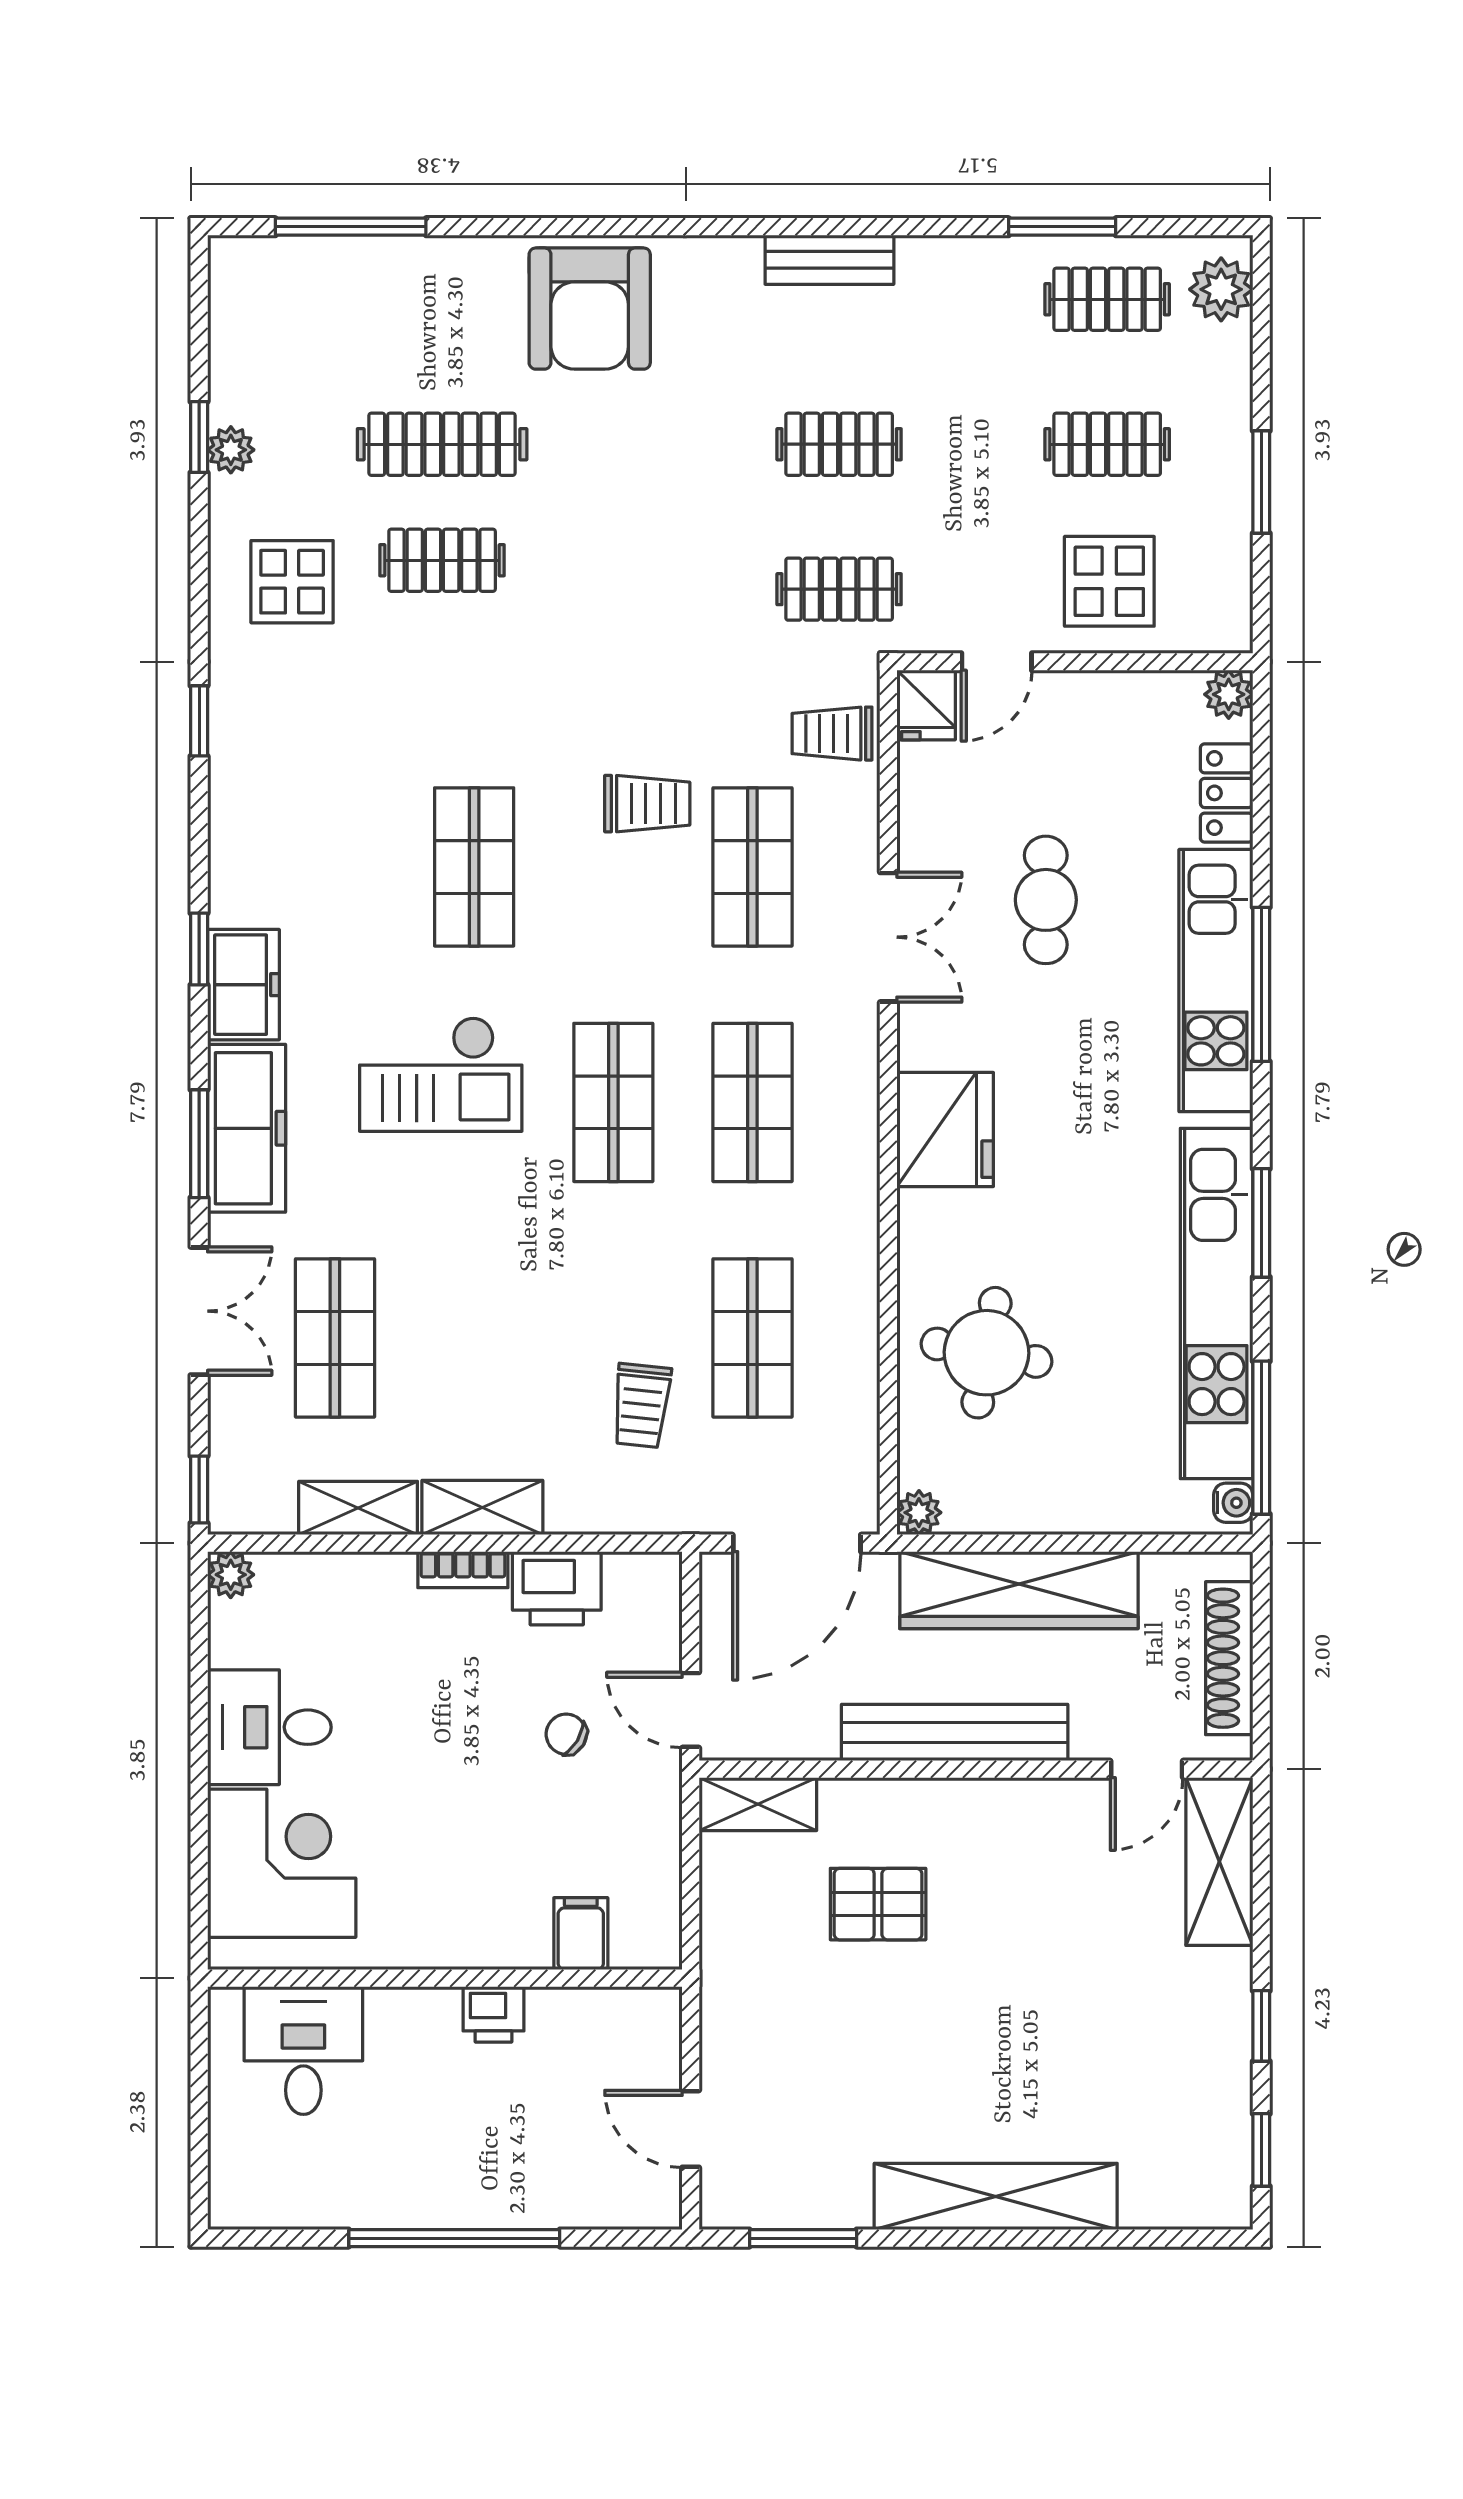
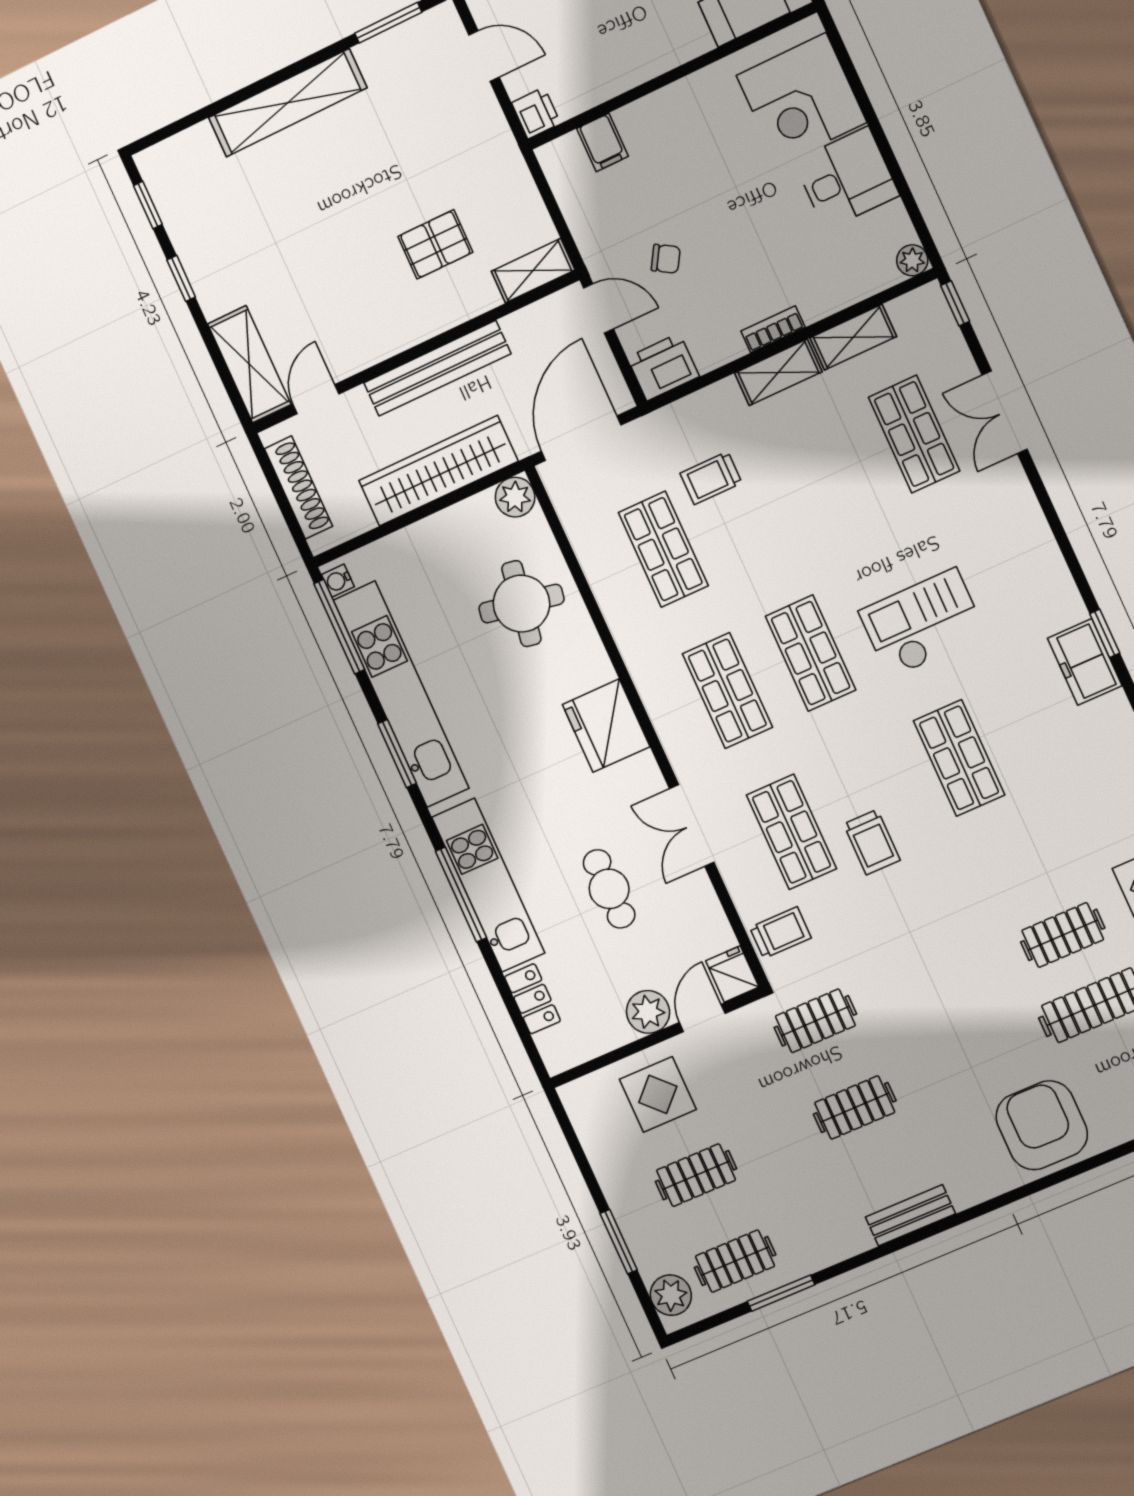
window: (1261, 482) -> (619, 1242), moved
plant: (1229, 694) -> (648, 1012), moved, width x1.38, depth x1.38
trolley: (647, 804) -> (872, 842), turned -90
freezer: (243, 985) -> (1085, 662), moved
freezer: (247, 1128) -> (1026, 537), removed
window: (199, 1144) -> (1051, 515), removed
trolley: (641, 1405) -> (711, 478), turned -96
plant: (919, 1513) -> (515, 497), width x1.38, depth x1.38
printer: (557, 1588) -> (663, 367), moved
printer: (494, 2014) -> (536, 113), moved, turned 90

